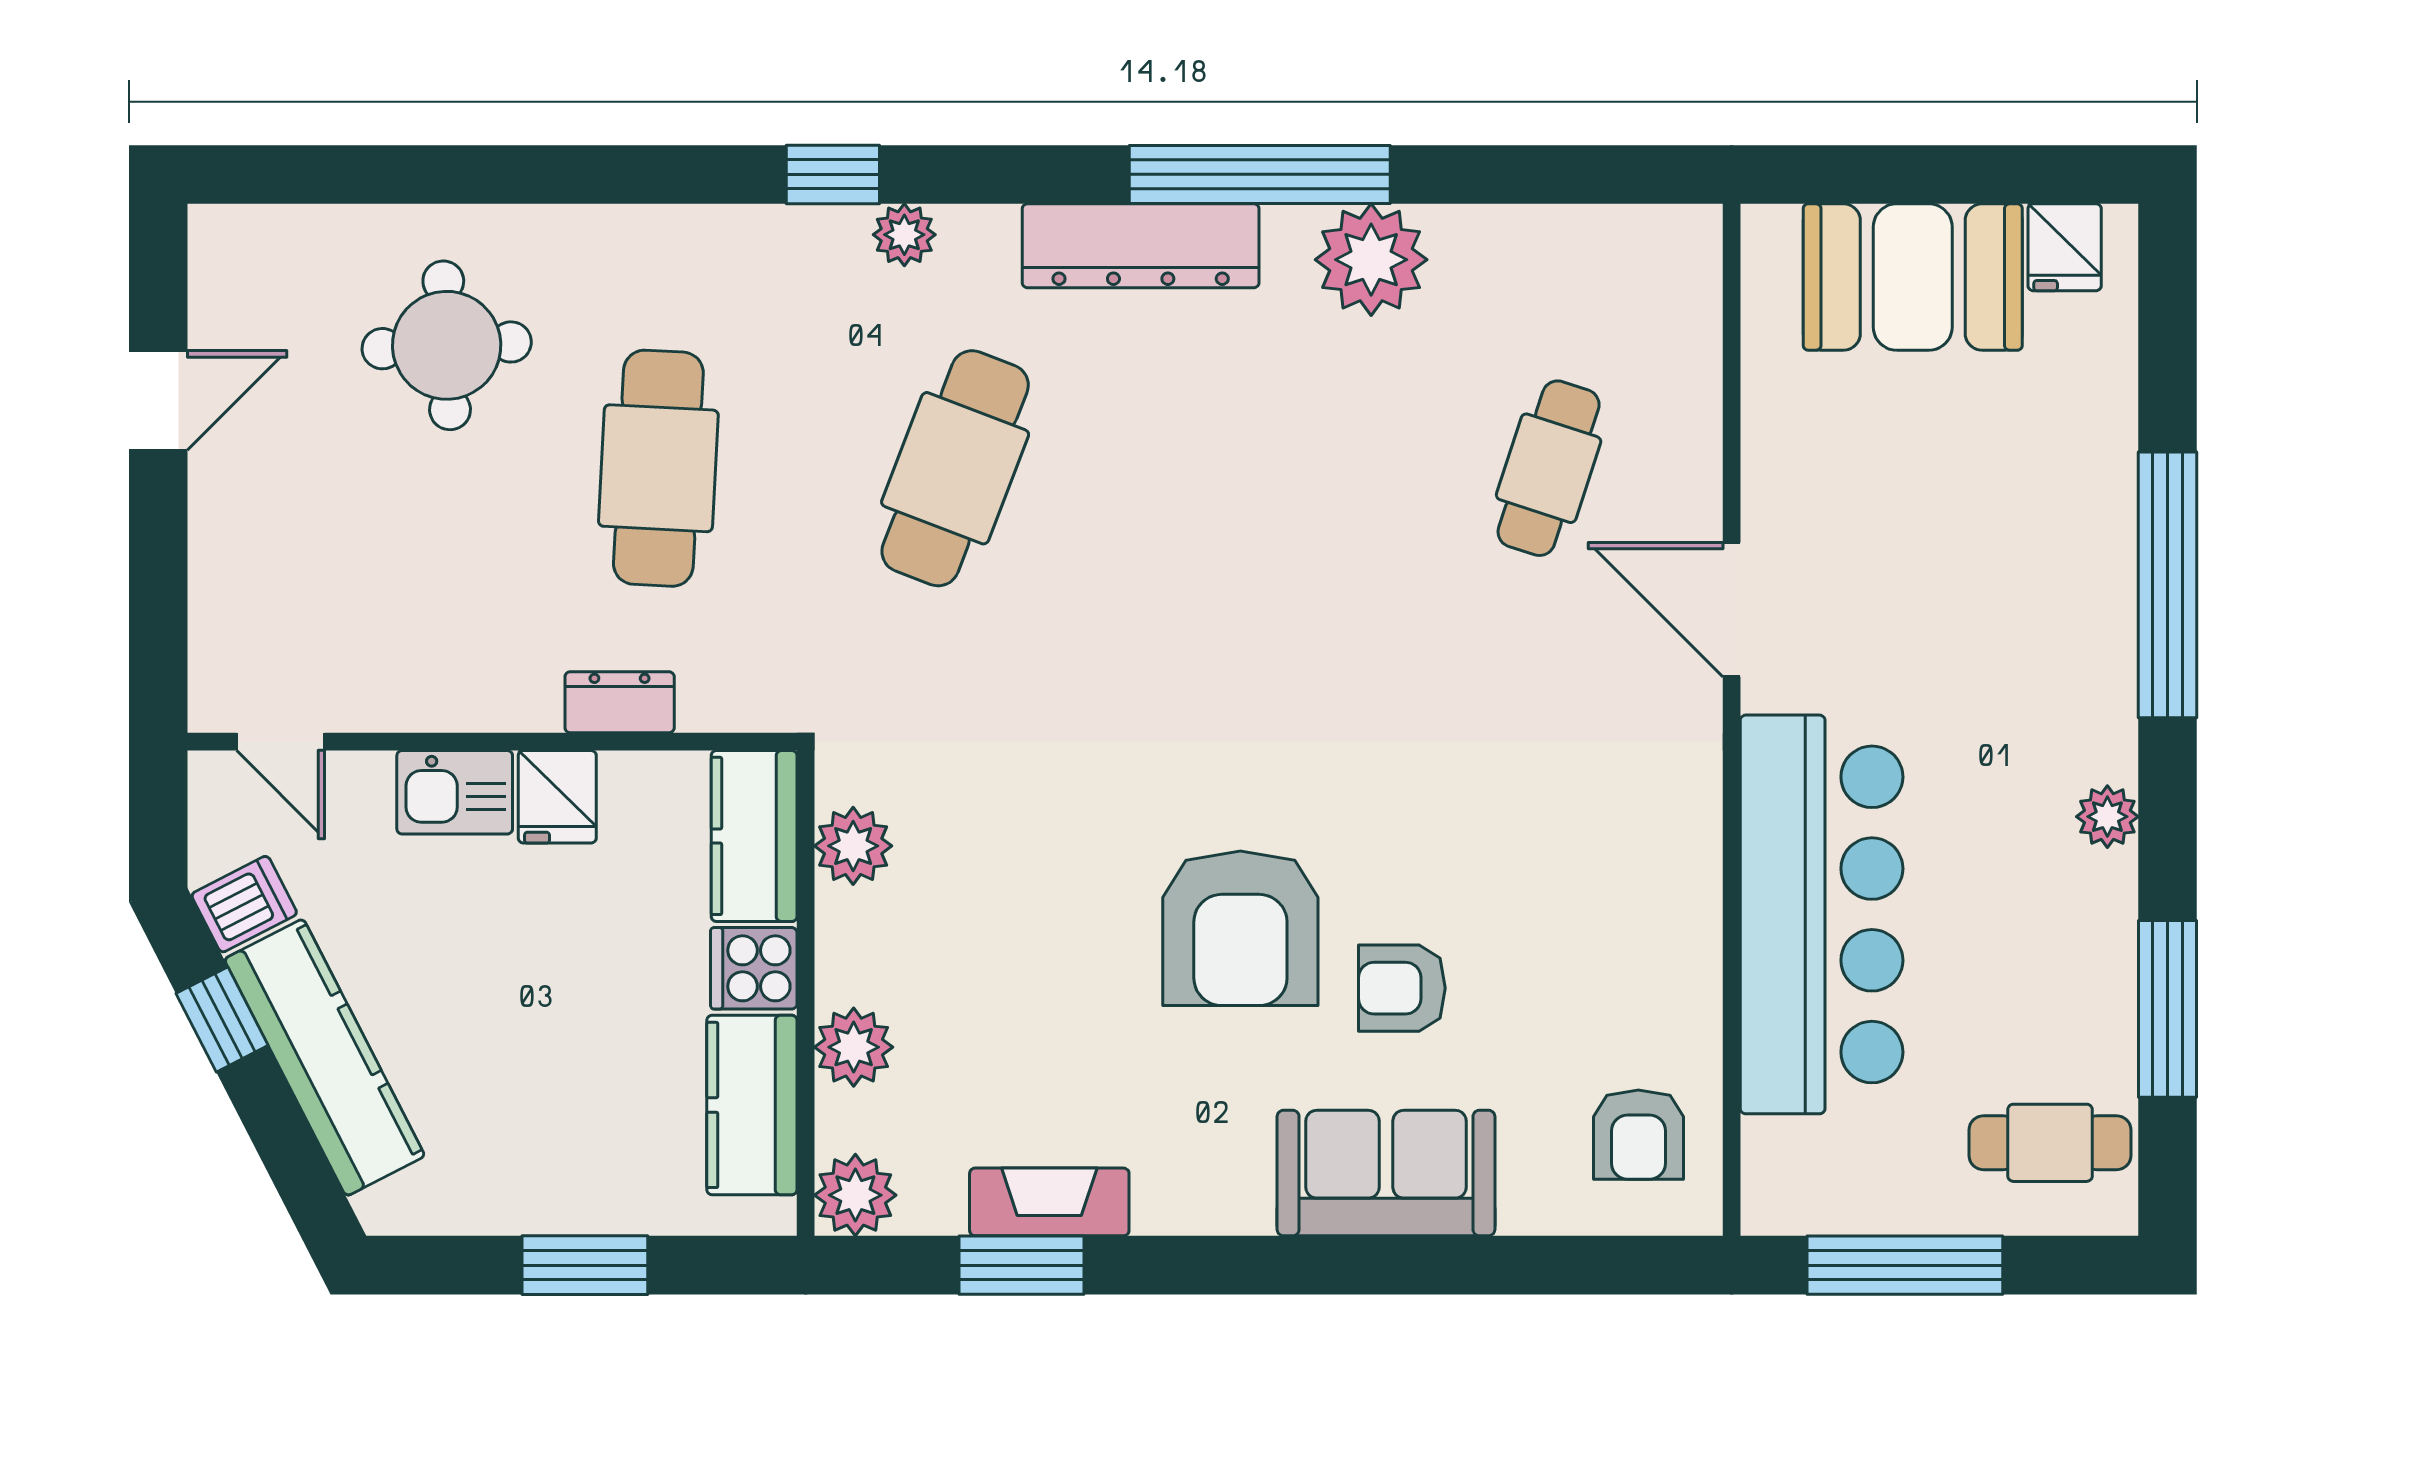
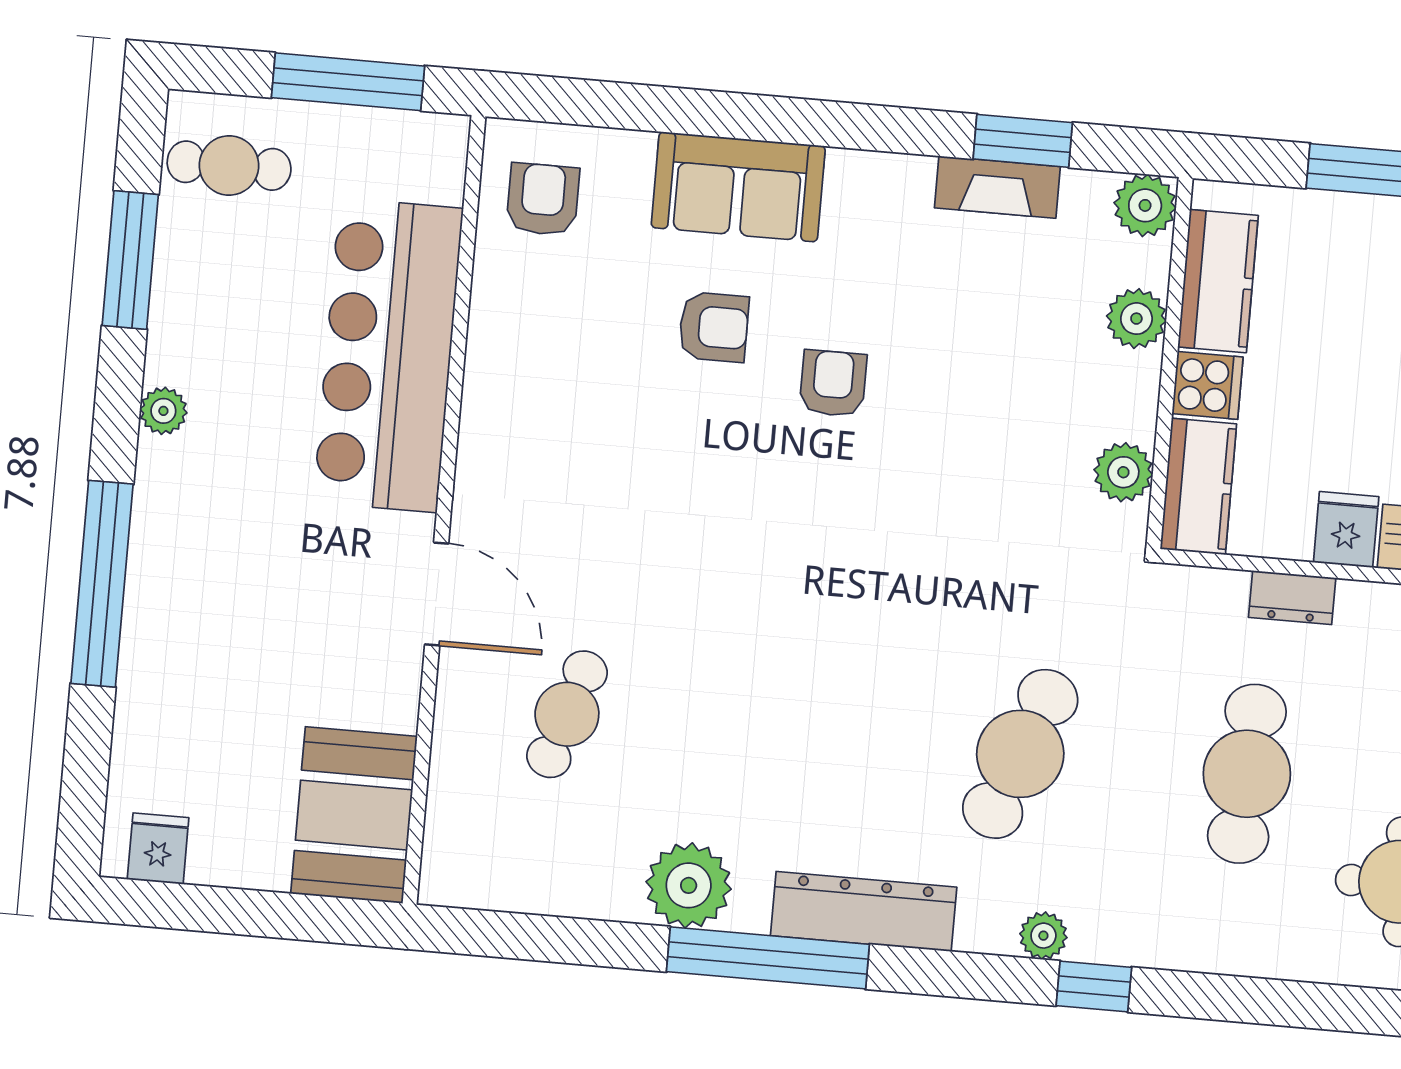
booth: (1913, 277) -> (354, 815), moved, turned 90
armchair: (1240, 928) -> (833, 383), width x0.53, depth x0.53

